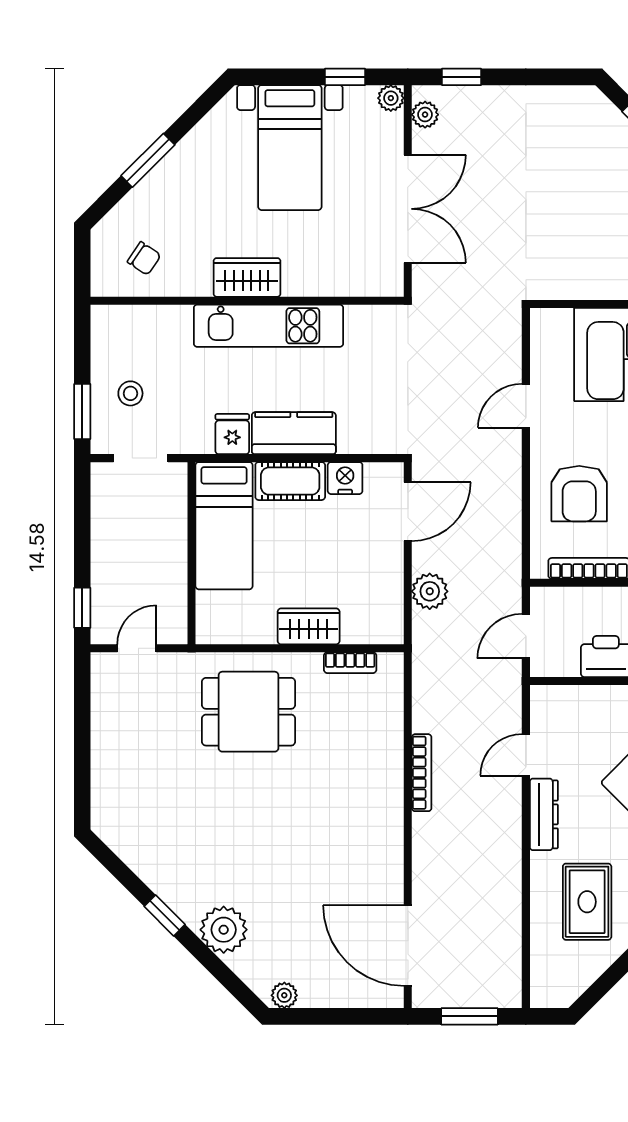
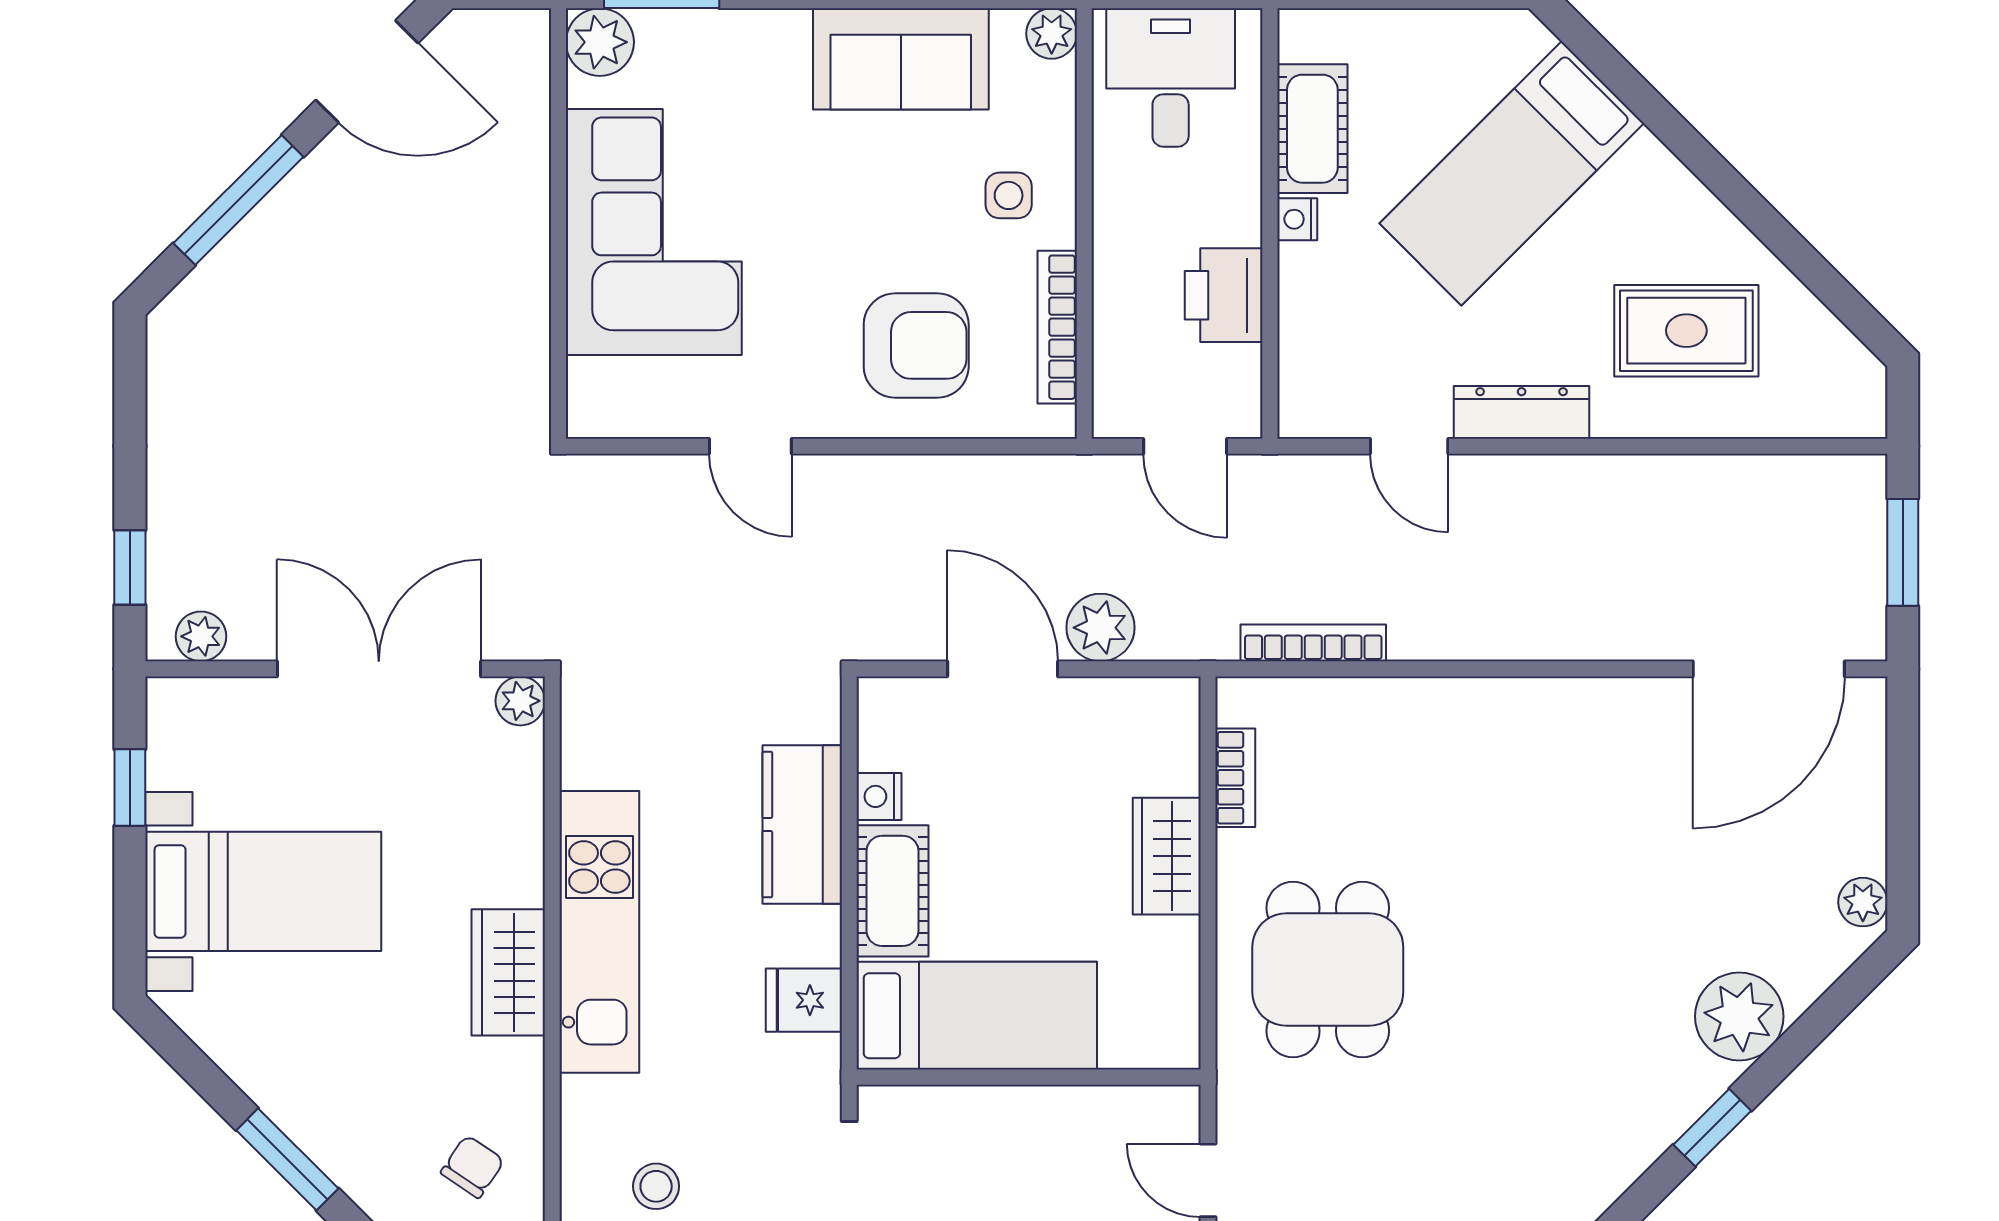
plant: (391, 98) -> (520, 701), moved
stool: (130, 393) -> (656, 1186), moved
kitchen counter: (294, 433) -> (802, 825), moved
nightstand: (345, 478) -> (879, 796), width x0.72, depth x0.74
door: (408, 512) -> (1003, 669), moved
bookcase: (422, 773) -> (1313, 643), moved

